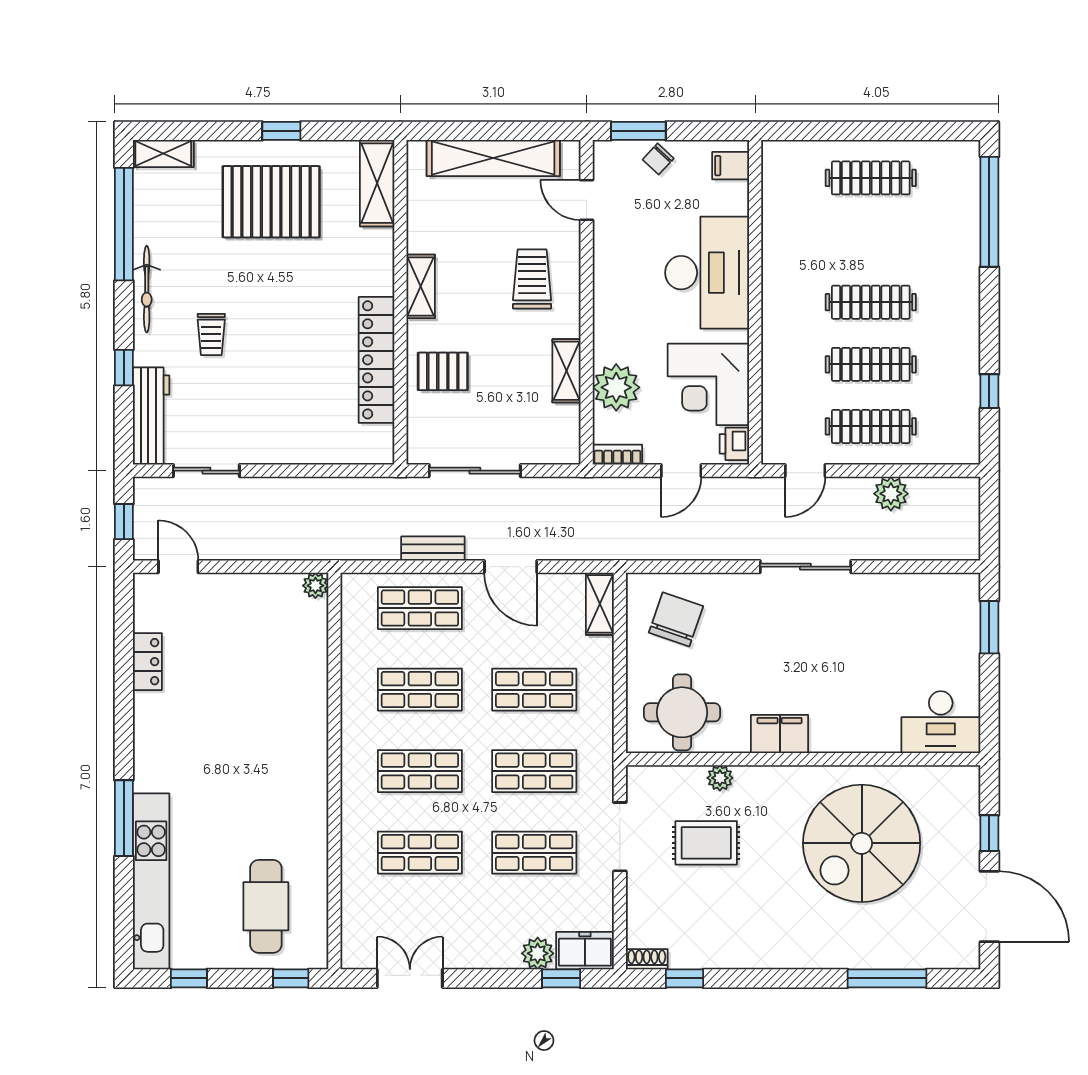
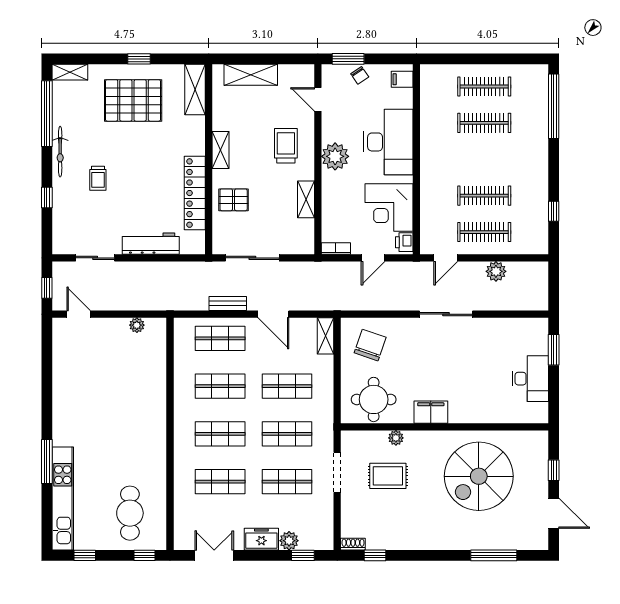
shelving: (493, 158) -> (251, 75), width x0.68
chair: (658, 159) -> (360, 75), turned -77
clothes rail: (871, 302) -> (484, 123), moved
plant: (616, 387) -> (335, 156), moved
workbench: (151, 416) -> (151, 244), moved, turned -90
plant: (315, 586) -> (137, 325), moved
locker: (147, 662) -> (61, 370), removed
desk: (941, 722) -> (530, 379), moved, turned -90
door: (989, 906) -> (554, 513), width x0.73
freezer: (585, 951) -> (261, 539), moved

